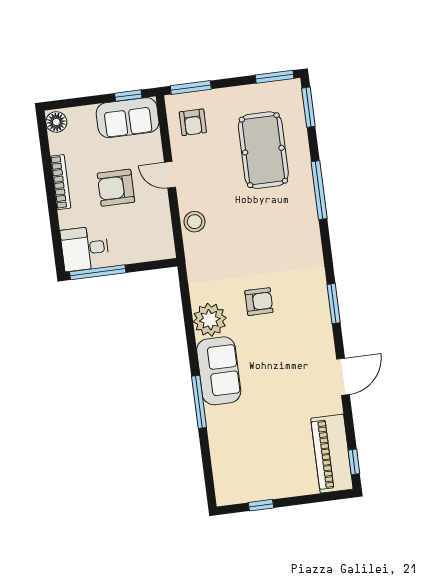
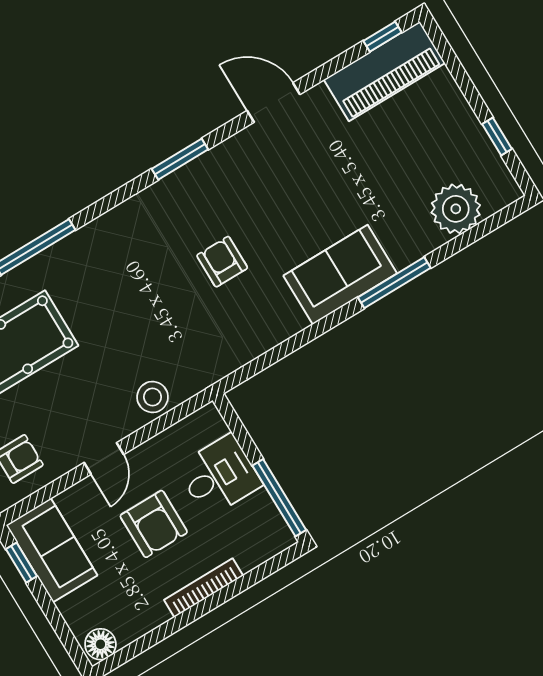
bookcase: (61, 182) -> (204, 588), moved
desk: (85, 248) -> (219, 476), moved, turned -90
plant: (210, 320) -> (456, 209), moved

